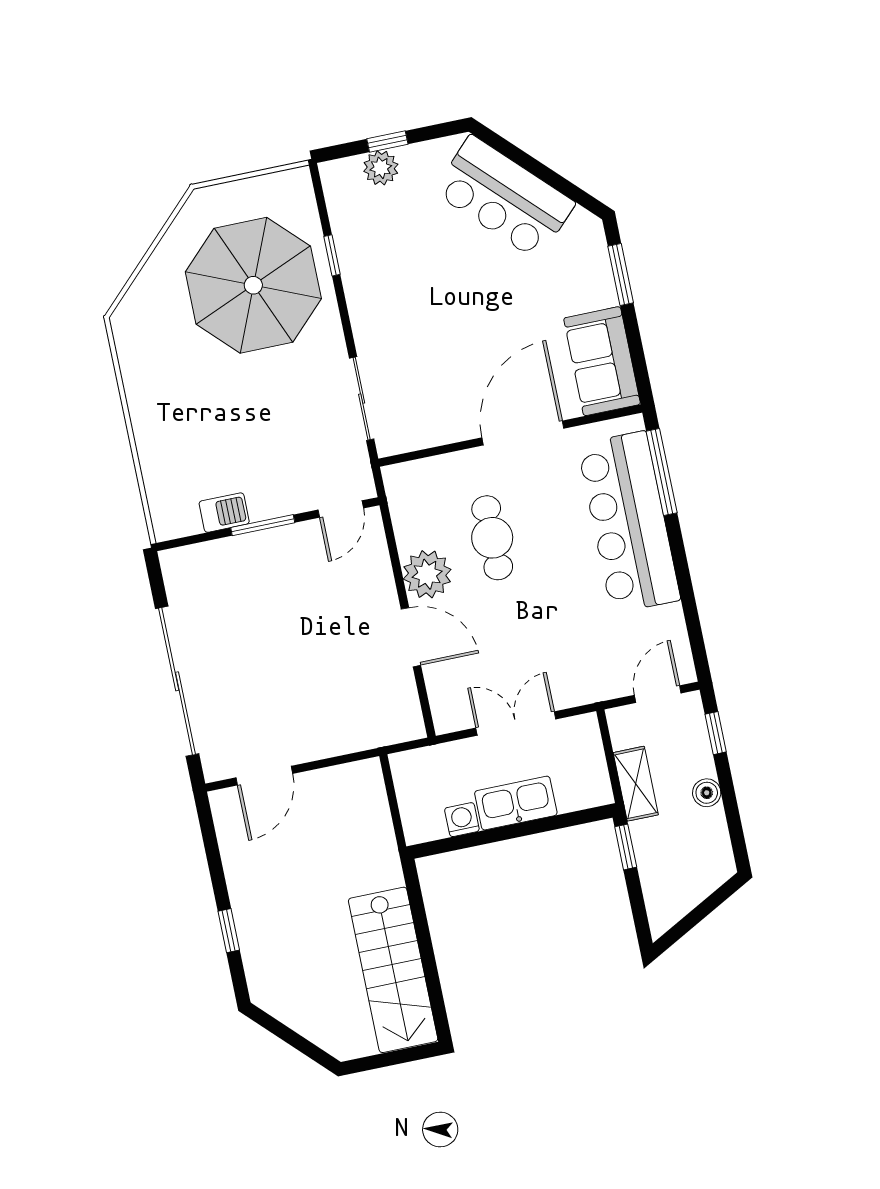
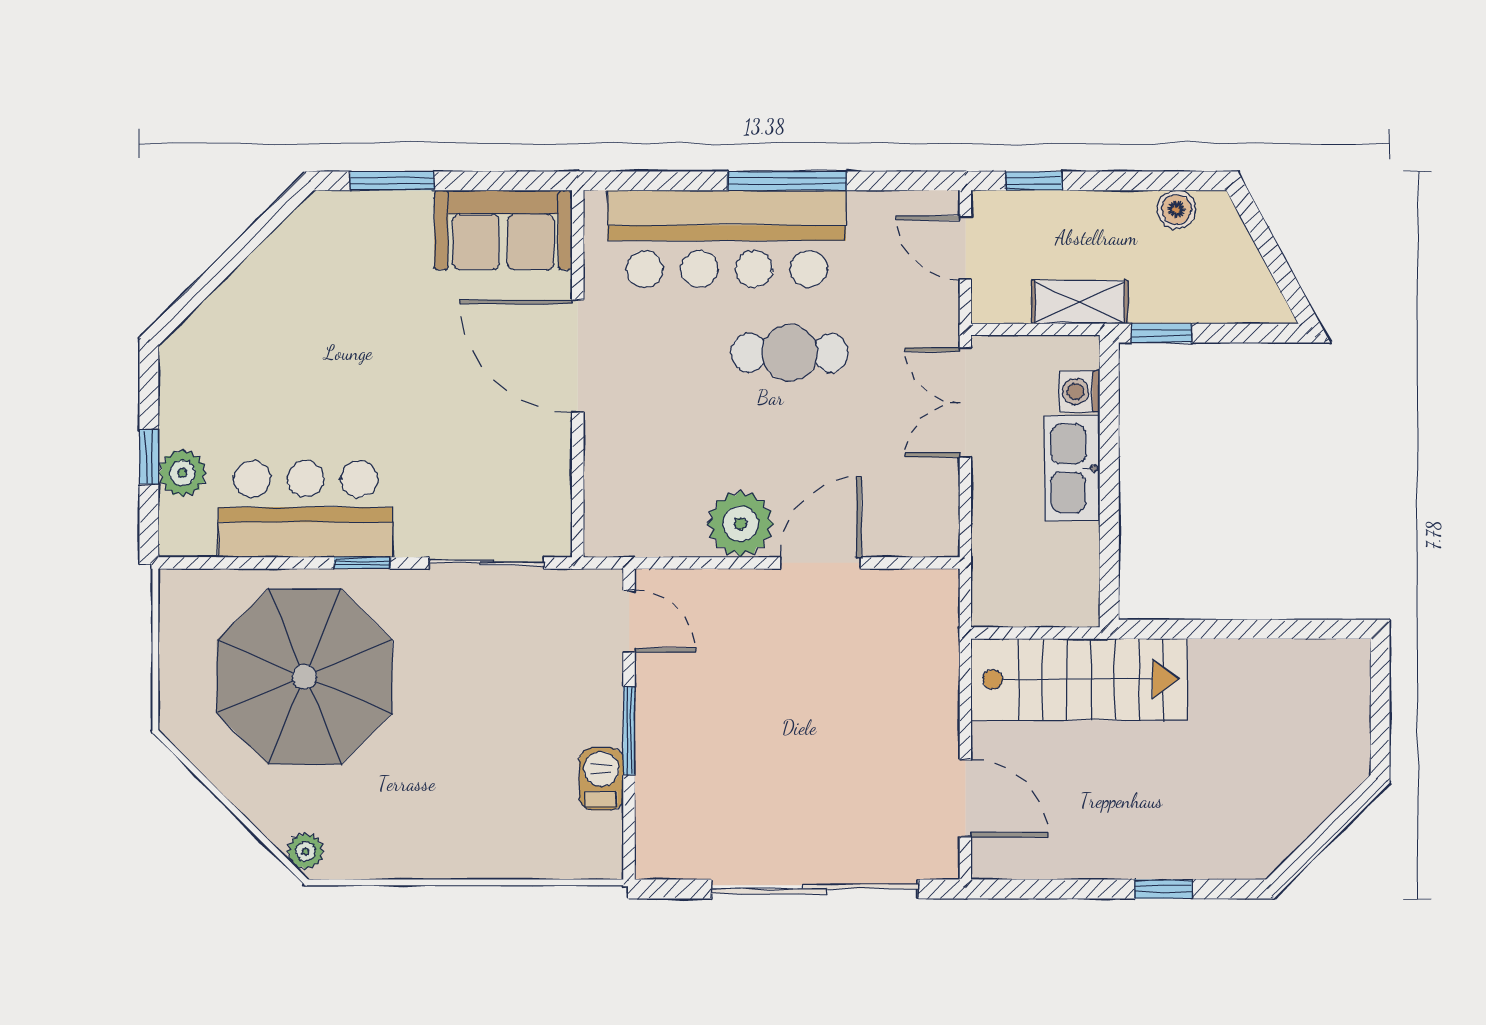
bar counter: (504, 197) -> (305, 509), moved, turned -135
window: (332, 255) -> (362, 563), moved
plant: (129, 312) -> (305, 851), added
window: (662, 472) -> (787, 181), moved
cafe table: (492, 538) -> (790, 353), moved
double door: (516, 723) -> (965, 402), moved
boiler: (707, 793) -> (1176, 209), moved
washing machine: (462, 820) -> (1079, 392), moved
stairs: (393, 970) -> (1079, 679), moved

